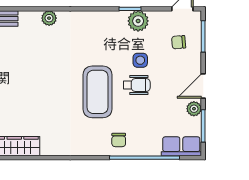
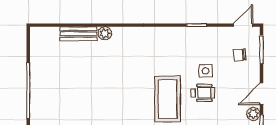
plant: (49, 18) -> (105, 33), moved
plant: (138, 21) -> (204, 36), removed

